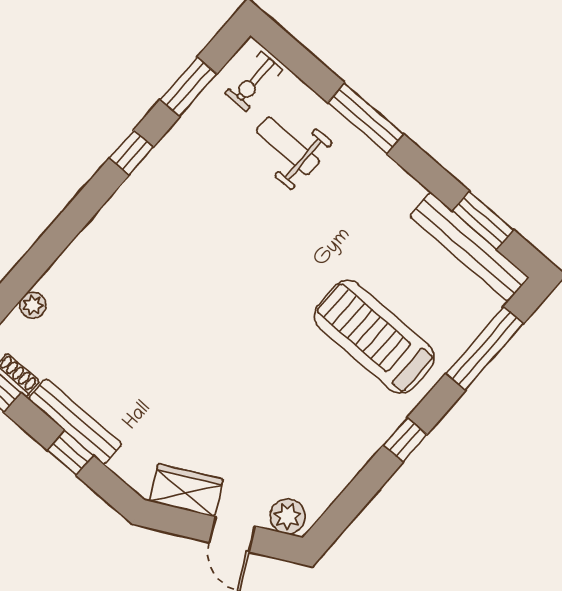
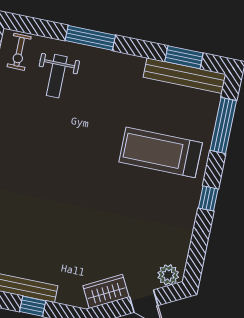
weight bench: (288, 146) -> (57, 76), turned -90

